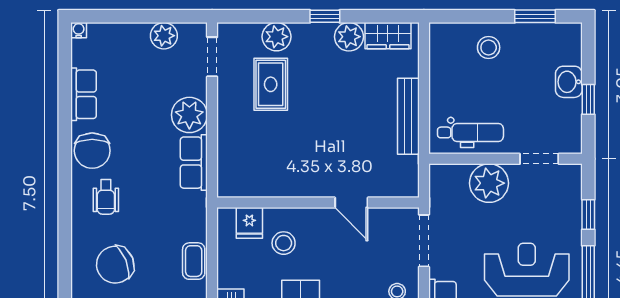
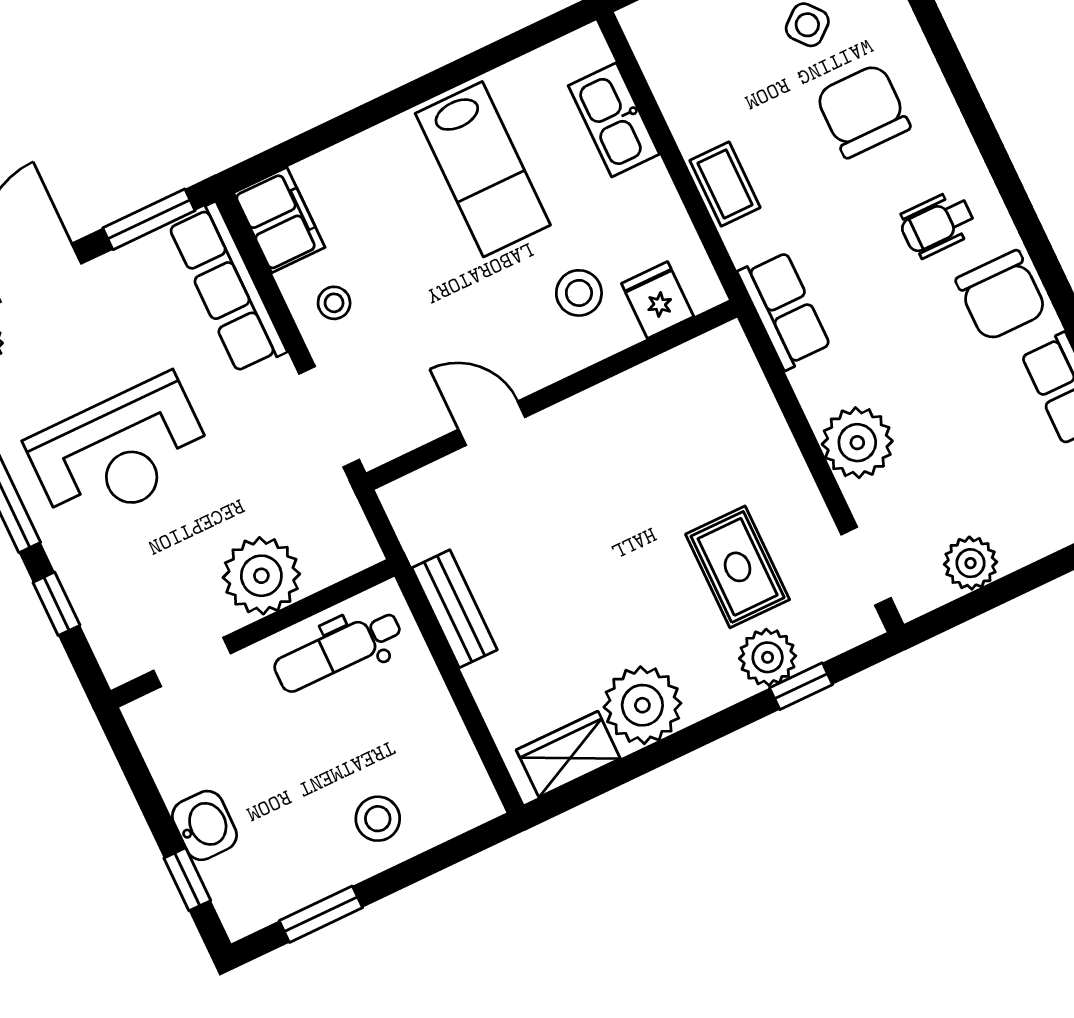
window: (325, 16) -> (801, 686), moved
plant: (349, 37) -> (642, 705), width x1.36, depth x1.36
window: (588, 99) -> (187, 879), moved
bench: (408, 116) -> (455, 609), width x0.73
chair: (92, 151) -> (1001, 296), turned 180
row of seats: (194, 163) -> (784, 310), moved
wheelchair: (106, 197) -> (937, 224), turned -90
chair: (115, 265) -> (863, 111), turned -68

